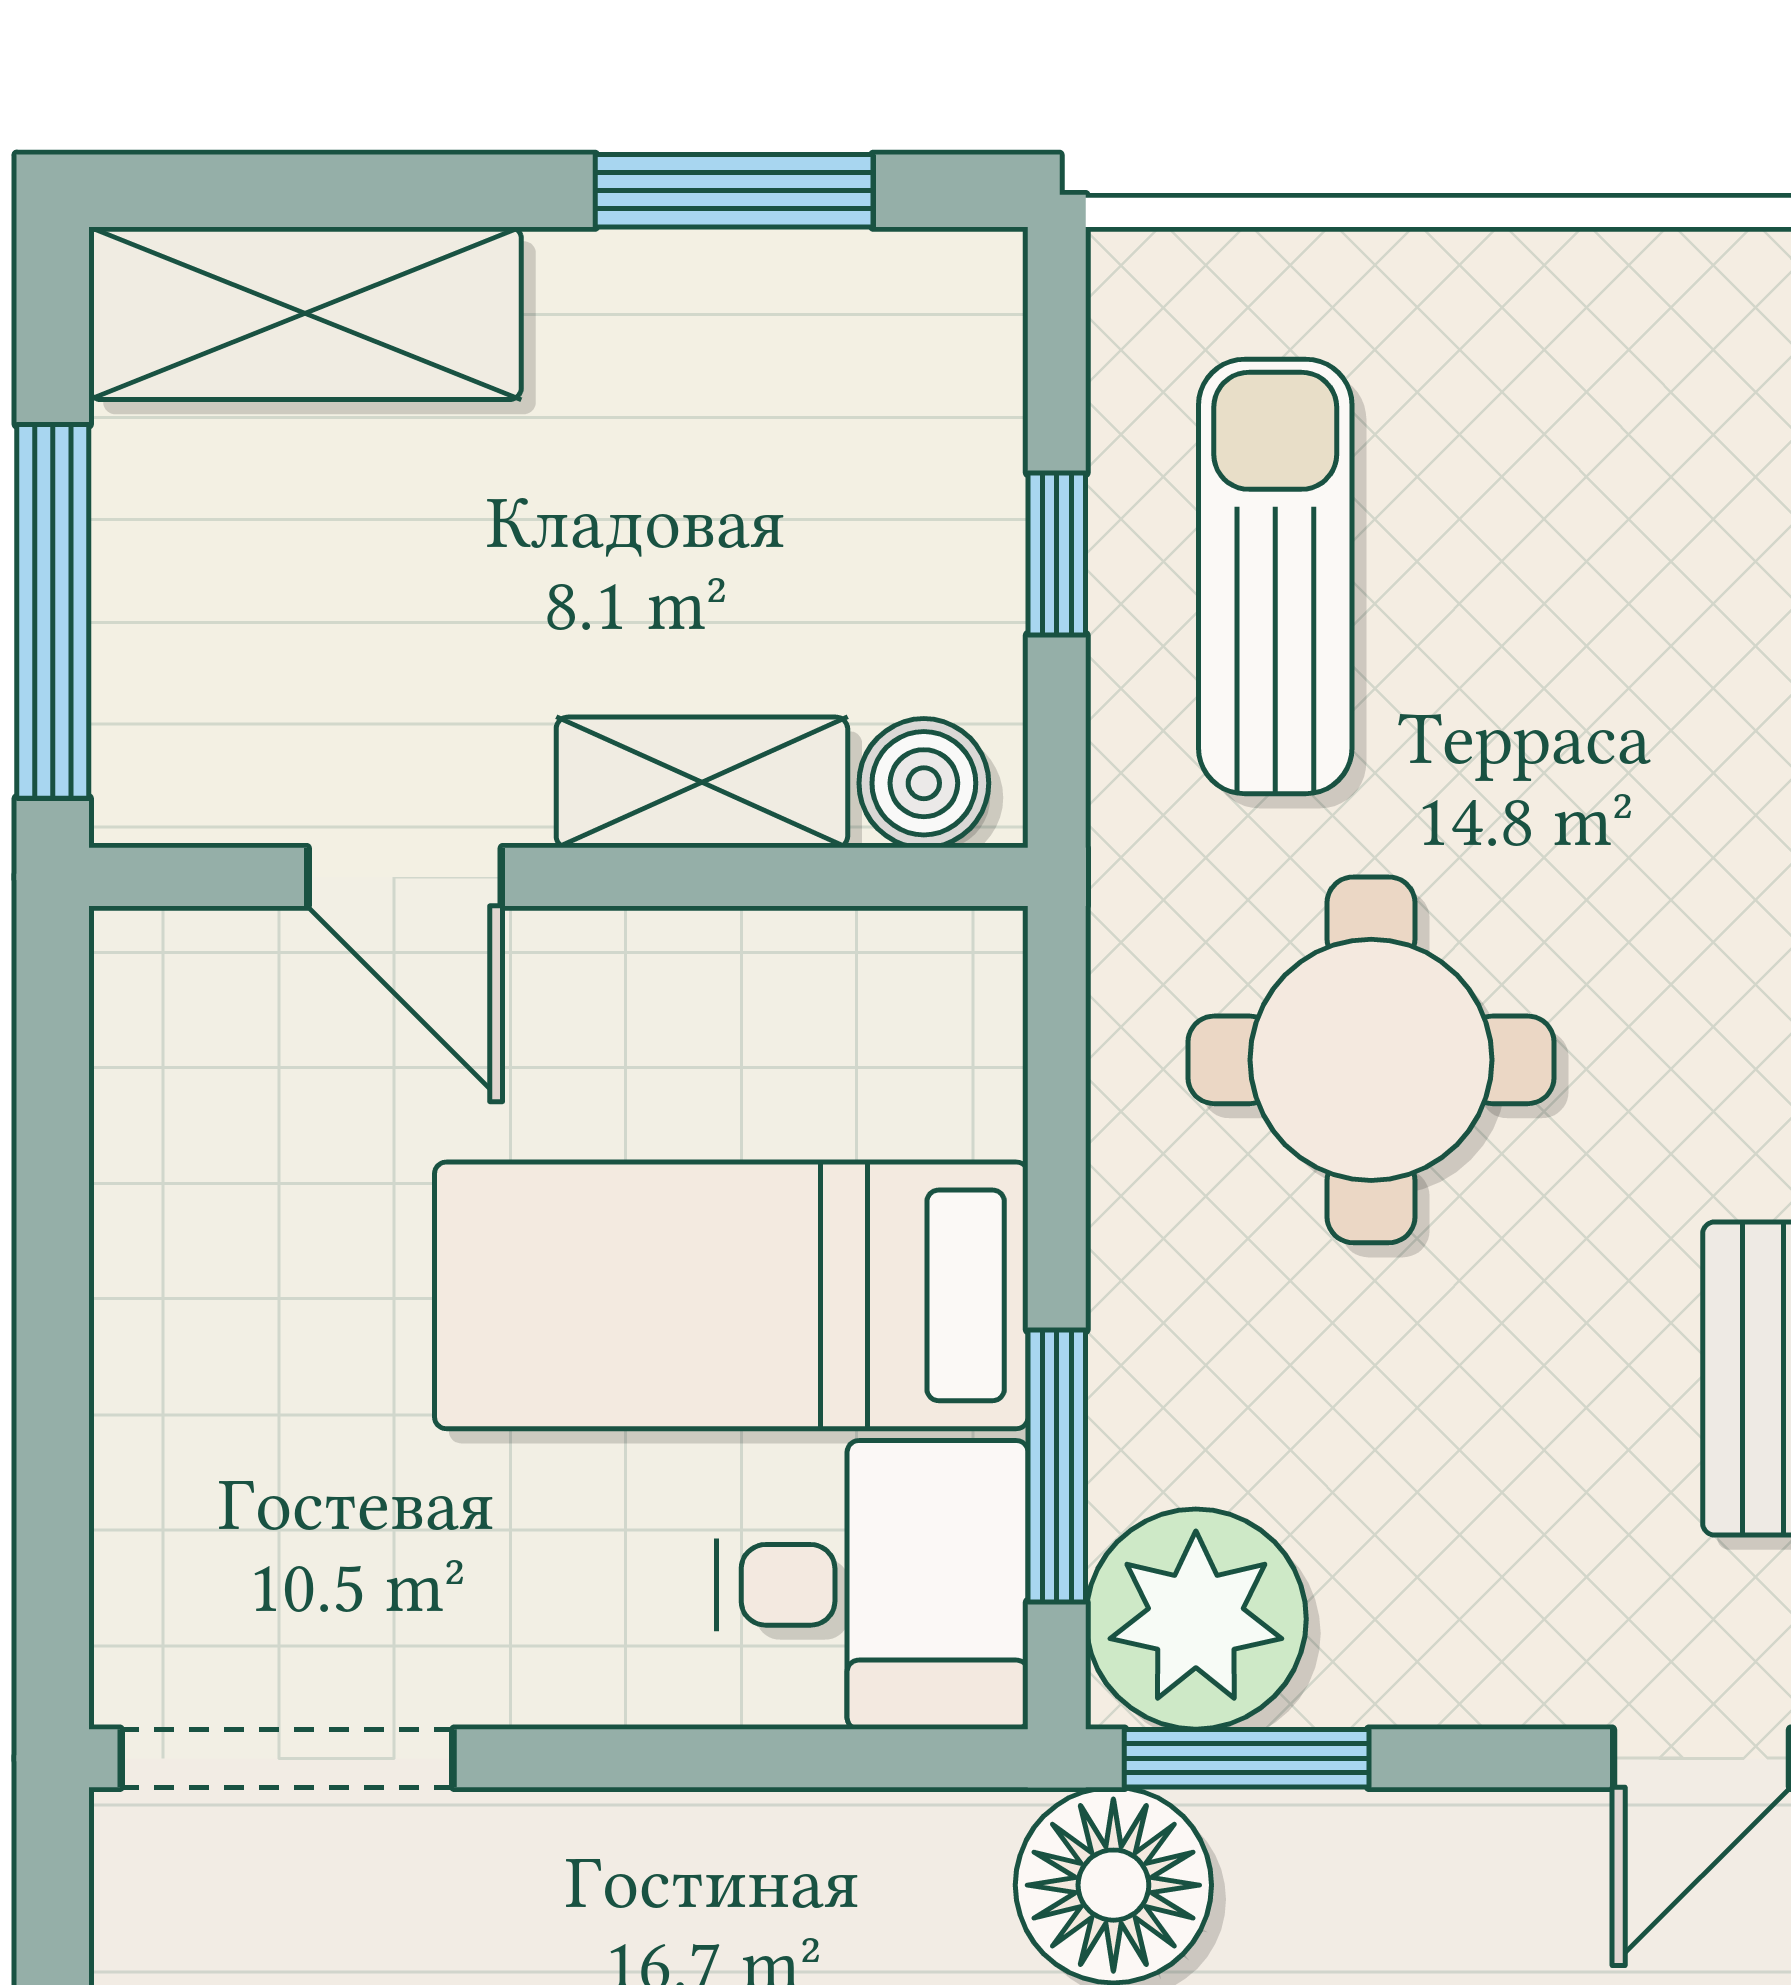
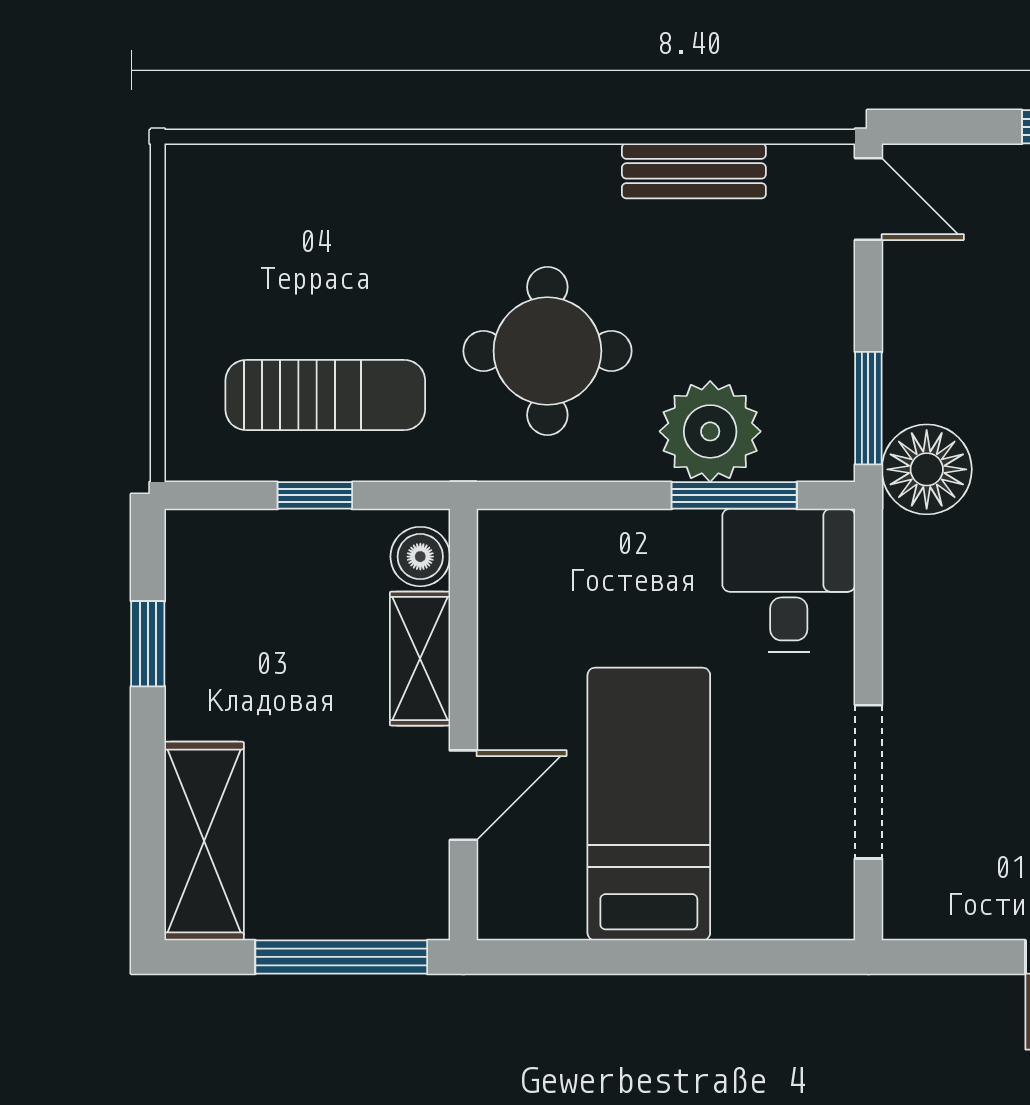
window: (734, 191) -> (148, 644), width x0.67
sun lounger: (1275, 576) -> (325, 395), turned 180
bed: (731, 1295) -> (649, 804), moved, turned 180
plant: (1196, 1619) -> (710, 431), moved
doorway: (287, 1758) -> (868, 782), moved

